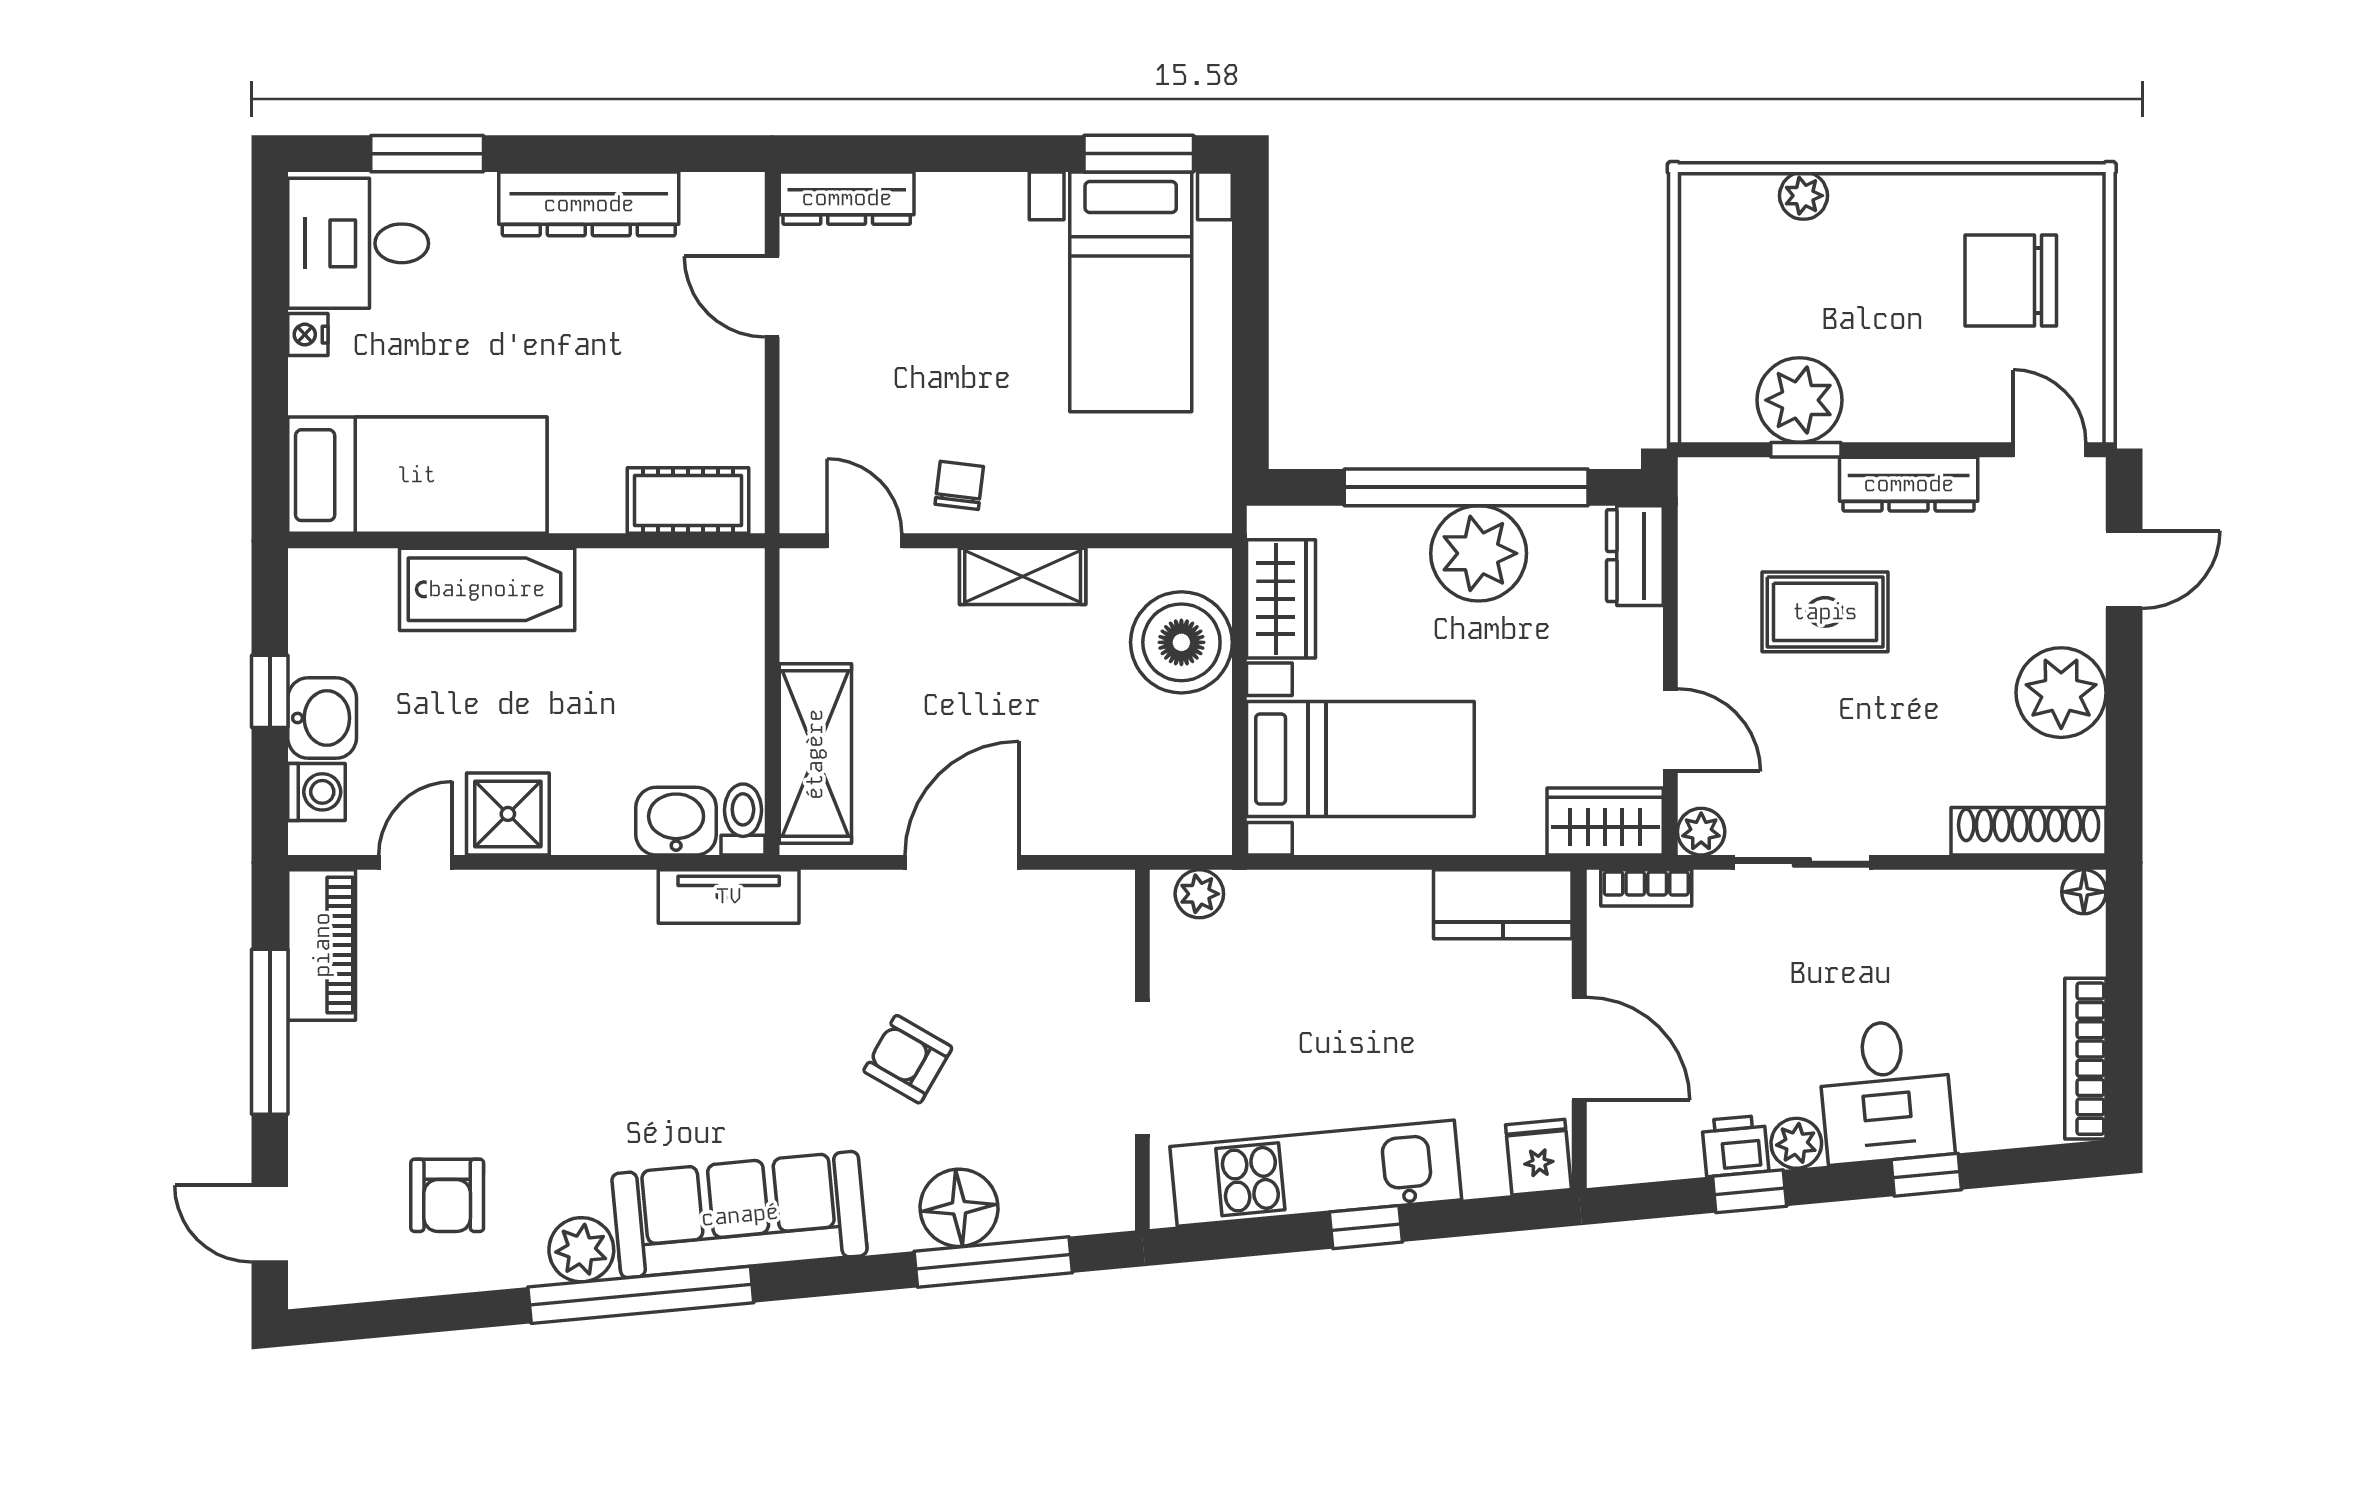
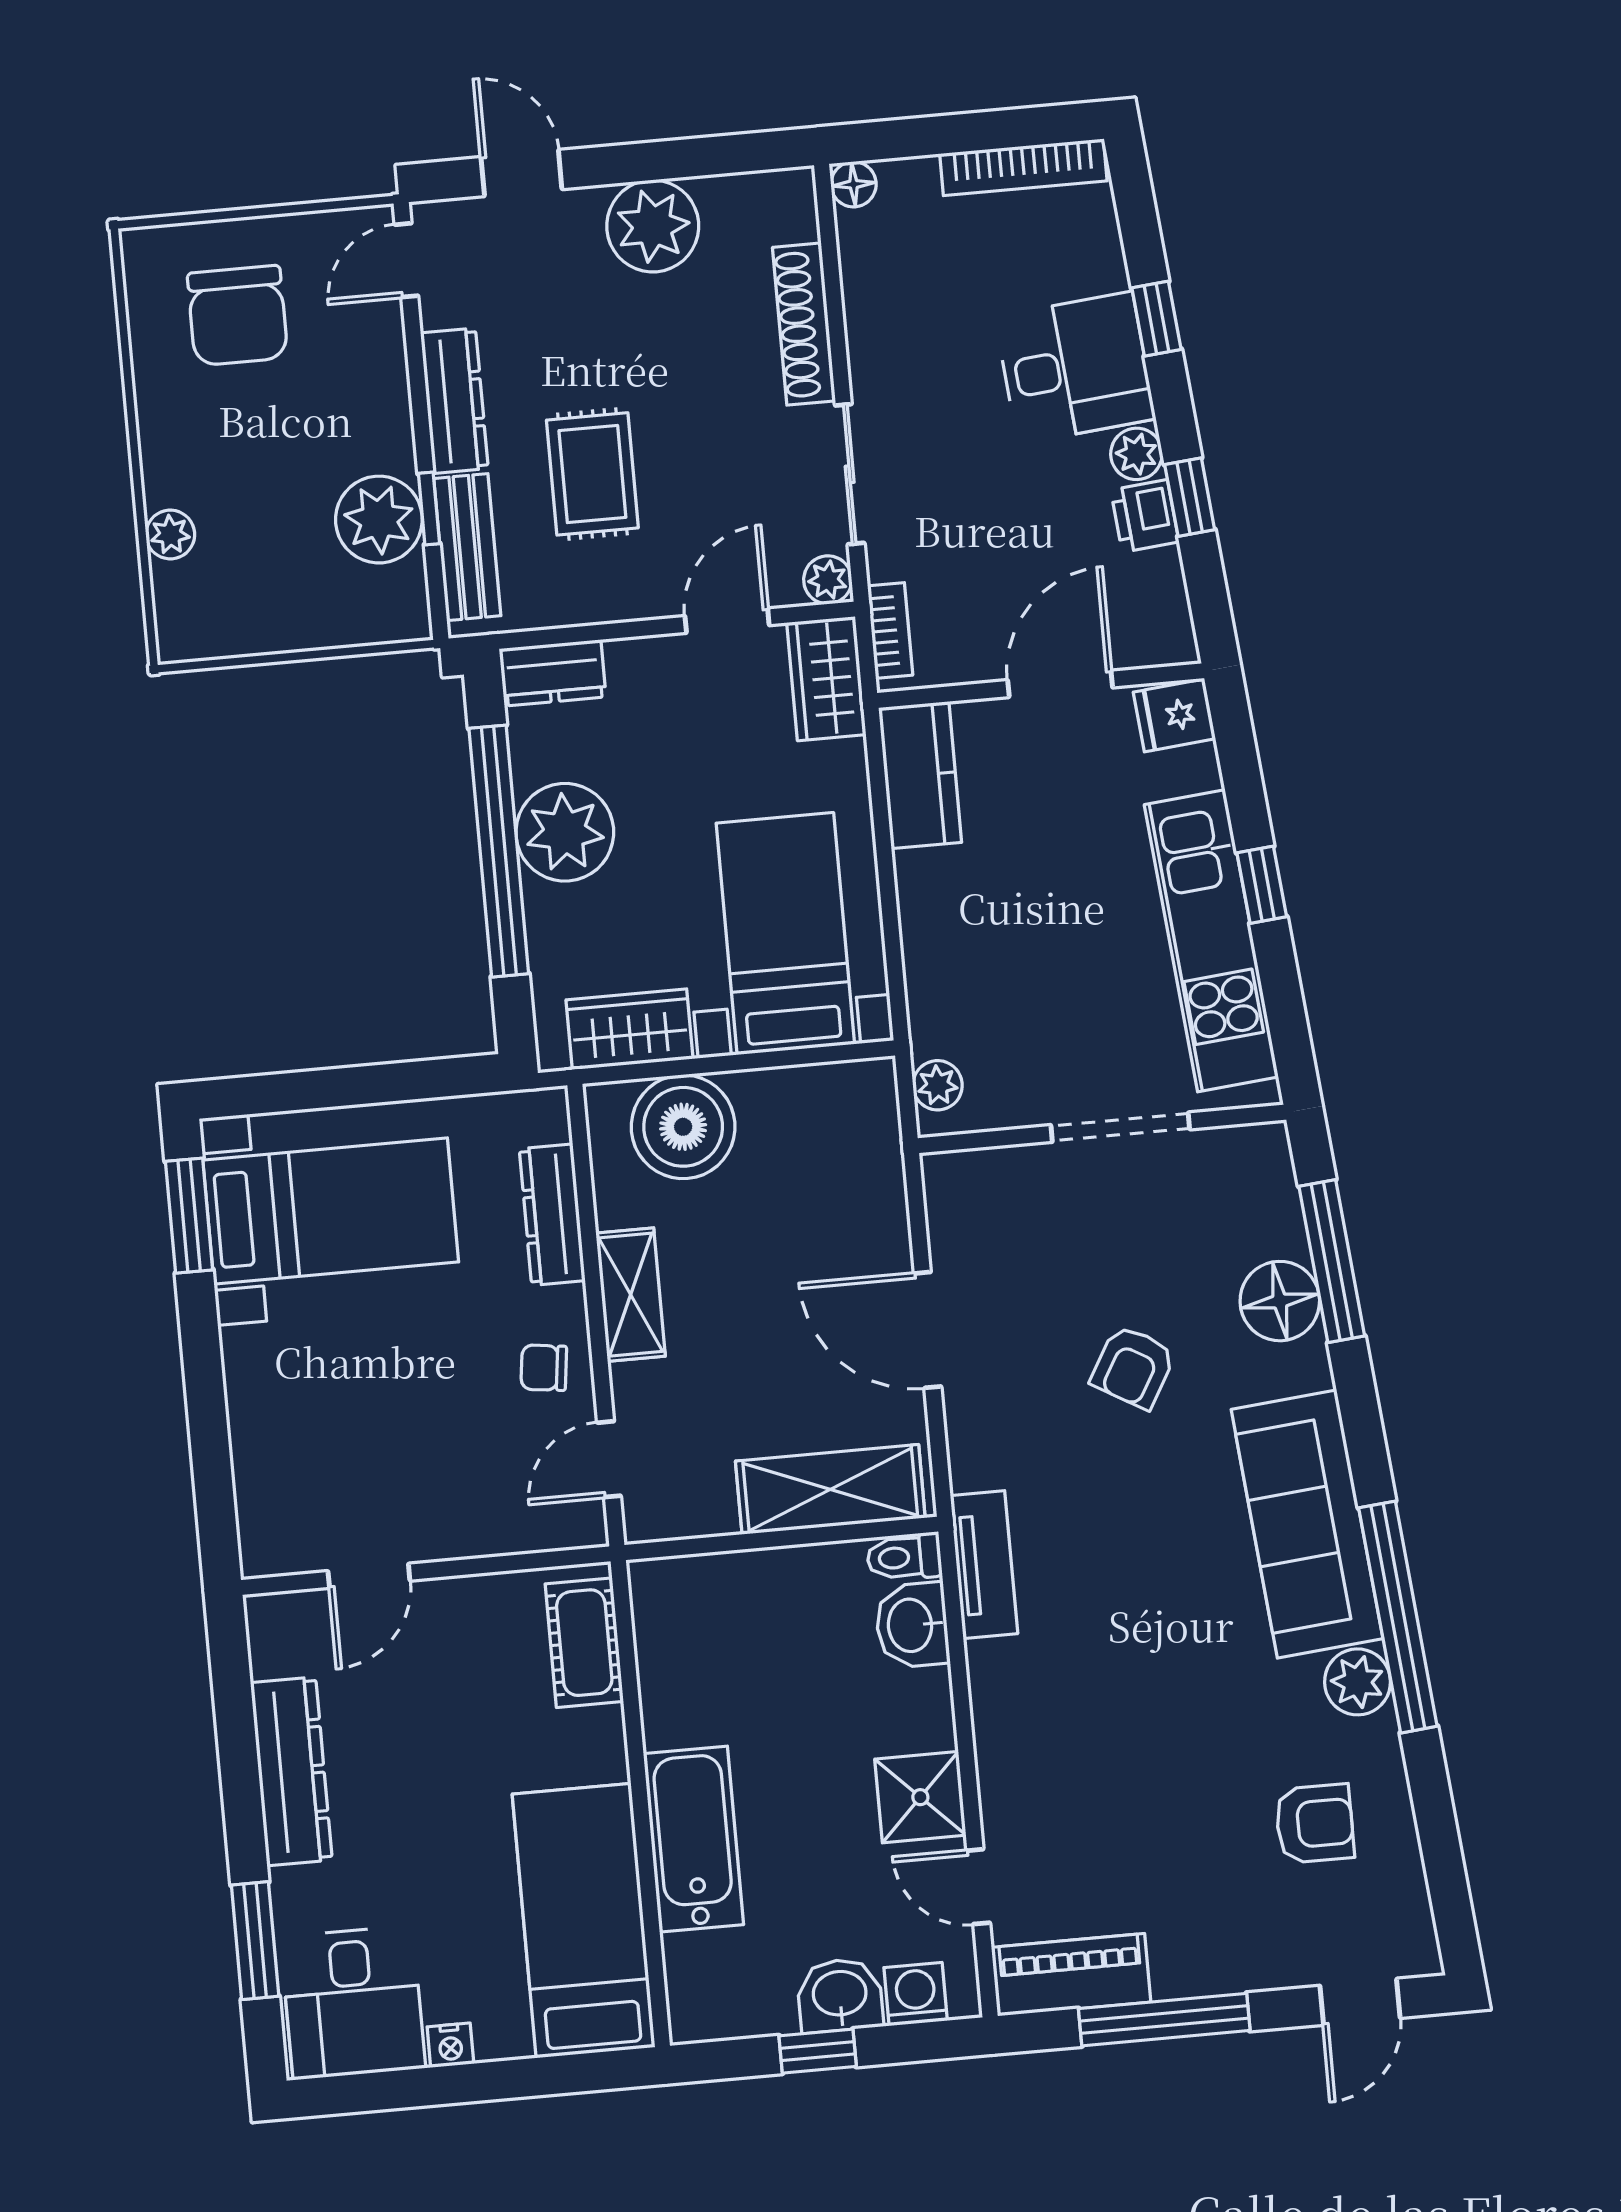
dresser: (847, 198) -> (552, 1215), moved, turned 180
bench: (1765, 484) -> (467, 547), added
shoe rack: (2029, 831) -> (804, 324), moved

